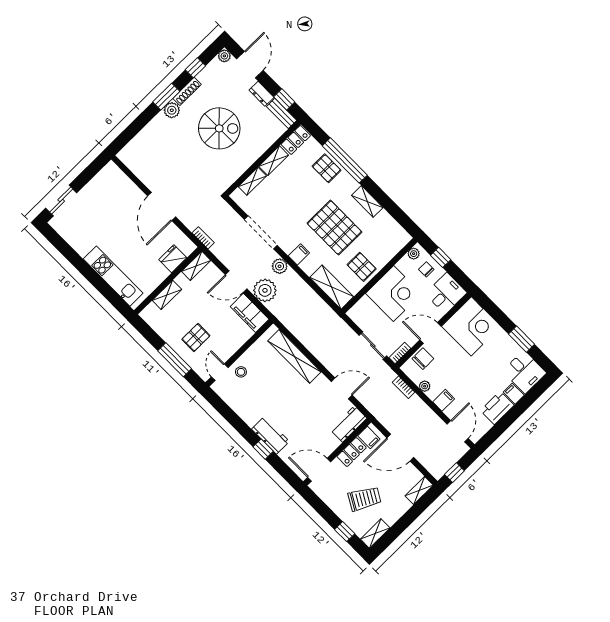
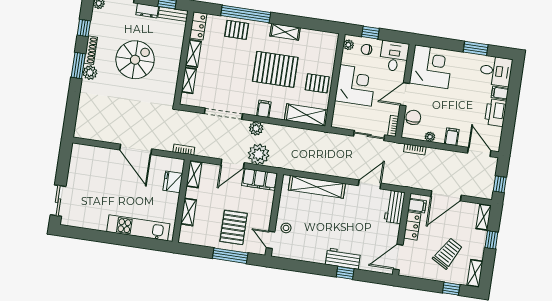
pallet: (196, 337) -> (234, 227), width x1.50, depth x1.42
window: (411, 515) -> (491, 240), added

